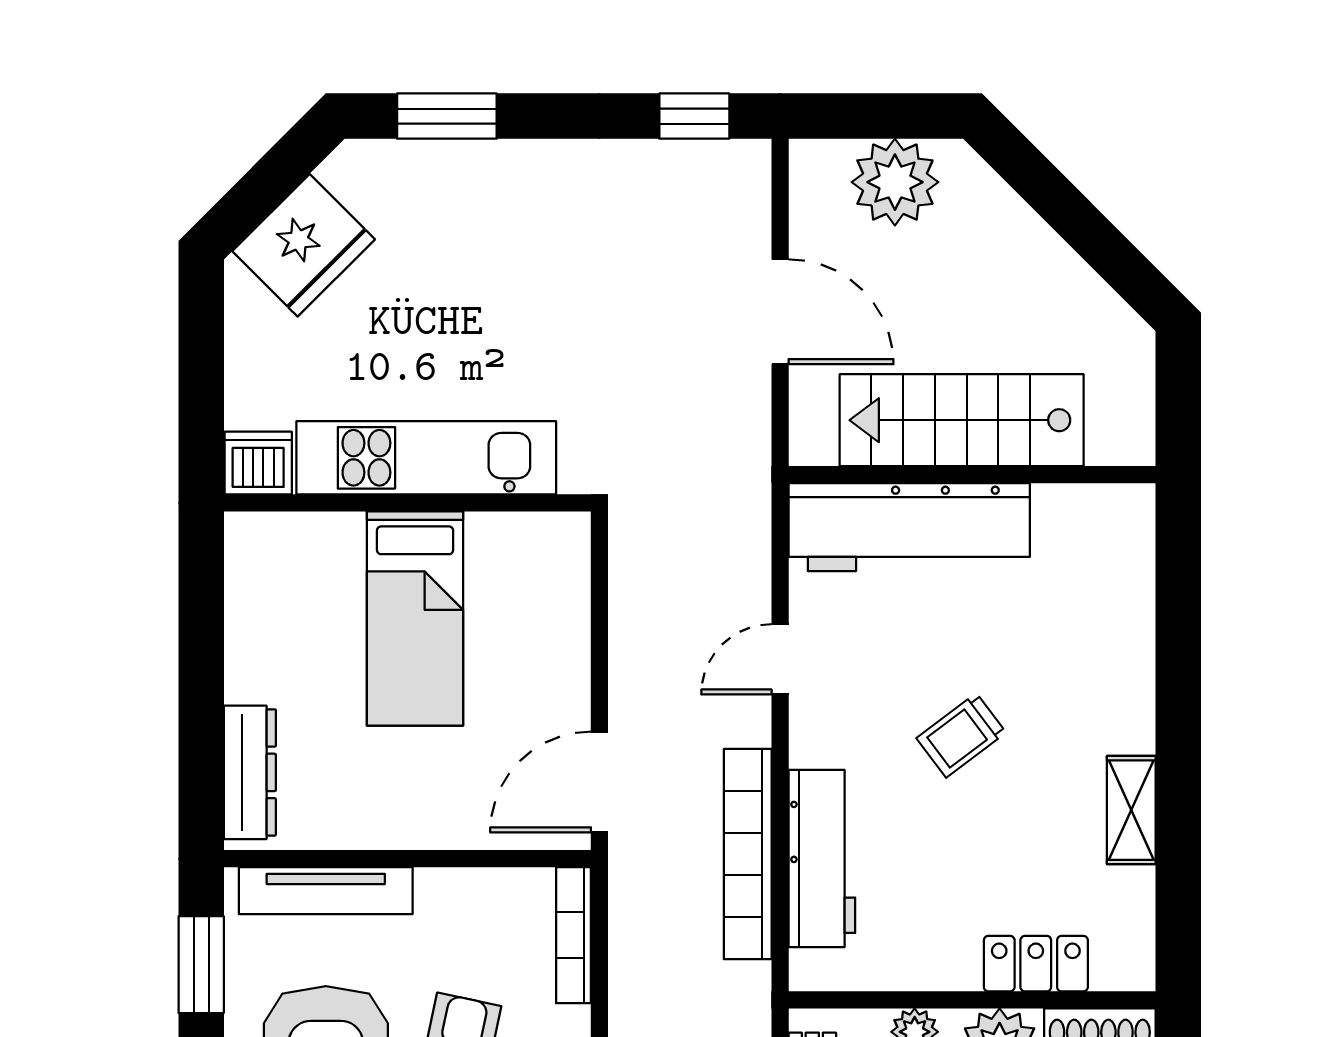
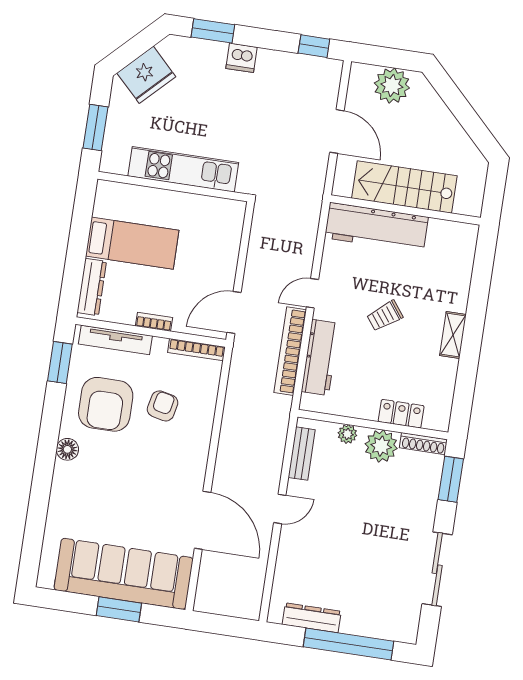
window: (201, 390) -> (95, 128), added
dishwasher: (258, 463) -> (241, 58), moved, turned 180
bed: (415, 618) -> (132, 243), moved, turned -90
door: (780, 659) -> (312, 293), moved
shelving: (1131, 810) -> (453, 335), moved
bookcase: (411, 833) -> (154, 322), added
bookcase: (573, 935) -> (196, 350), moved, turned -90

